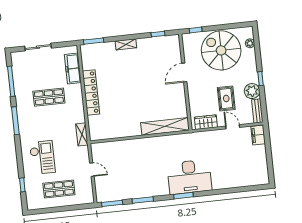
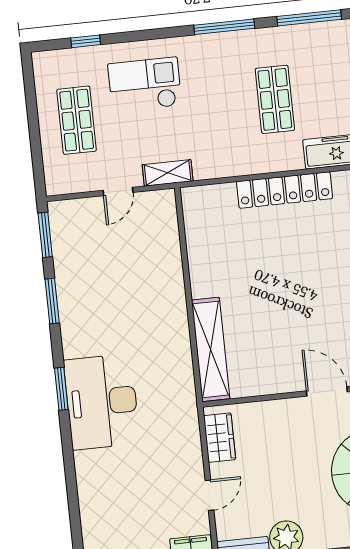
rug: (226, 98) -> (271, 482), removed
shelving: (82, 134) -> (168, 173), moved
checkout: (42, 157) -> (145, 85), turned 180

